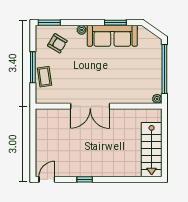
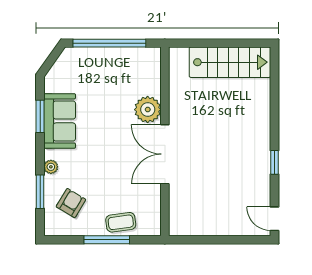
window: (49, 23) -> (40, 192), moved
sofa: (112, 36) -> (60, 121), width x0.73
plant: (157, 99) -> (148, 110), moved, width x1.88, depth x1.88
double door: (90, 106) -> (165, 154), swing flipped

